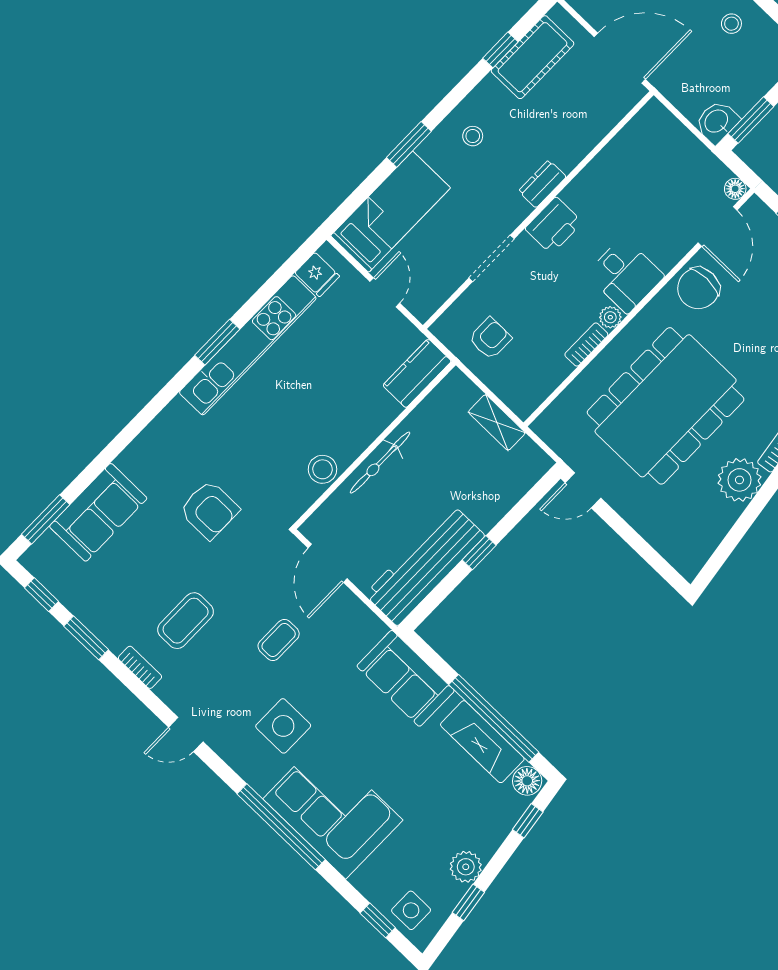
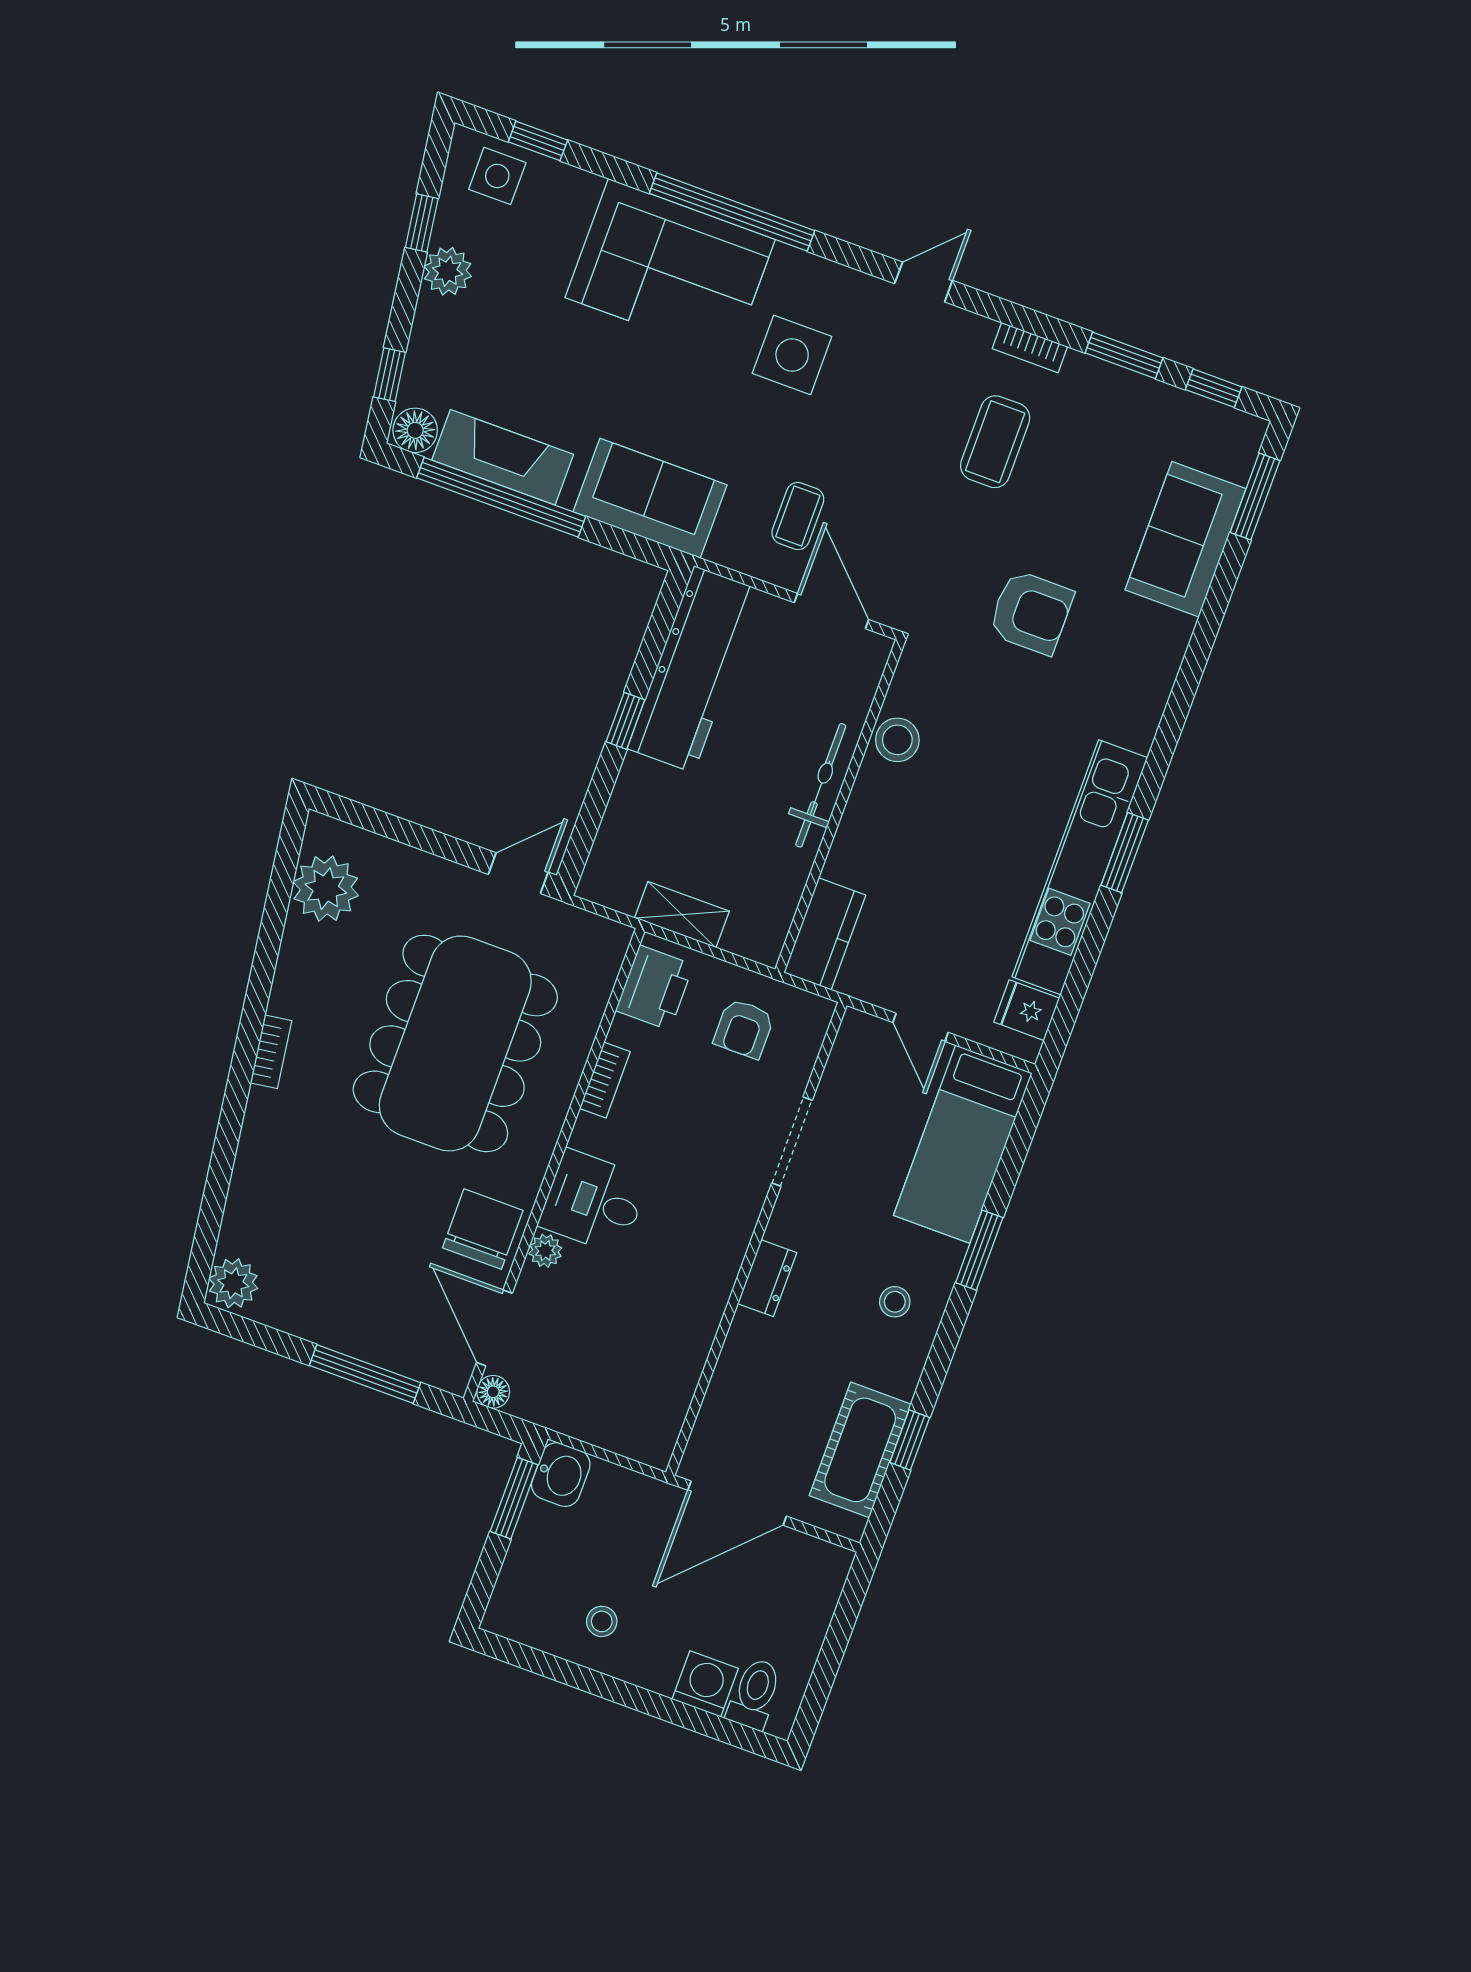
printer: (554, 225) -> (655, 988), moved, turned 180
plant: (610, 317) -> (545, 1251), moved
plant: (739, 480) -> (326, 889), moved
armchair: (209, 510) -> (1031, 612), turned 180
coffee table: (279, 640) -> (798, 516), moved

